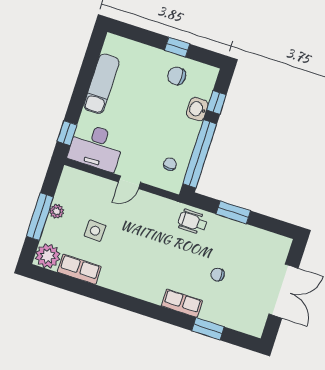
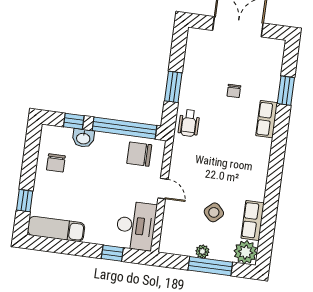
window: (177, 47) -> (25, 201), moved
exam couch: (101, 84) -> (56, 229), moved
window: (67, 133) -> (112, 253), moved
chair: (170, 164) -> (139, 154), width x1.87, depth x1.87
side table: (95, 231) -> (214, 212), turned 45

